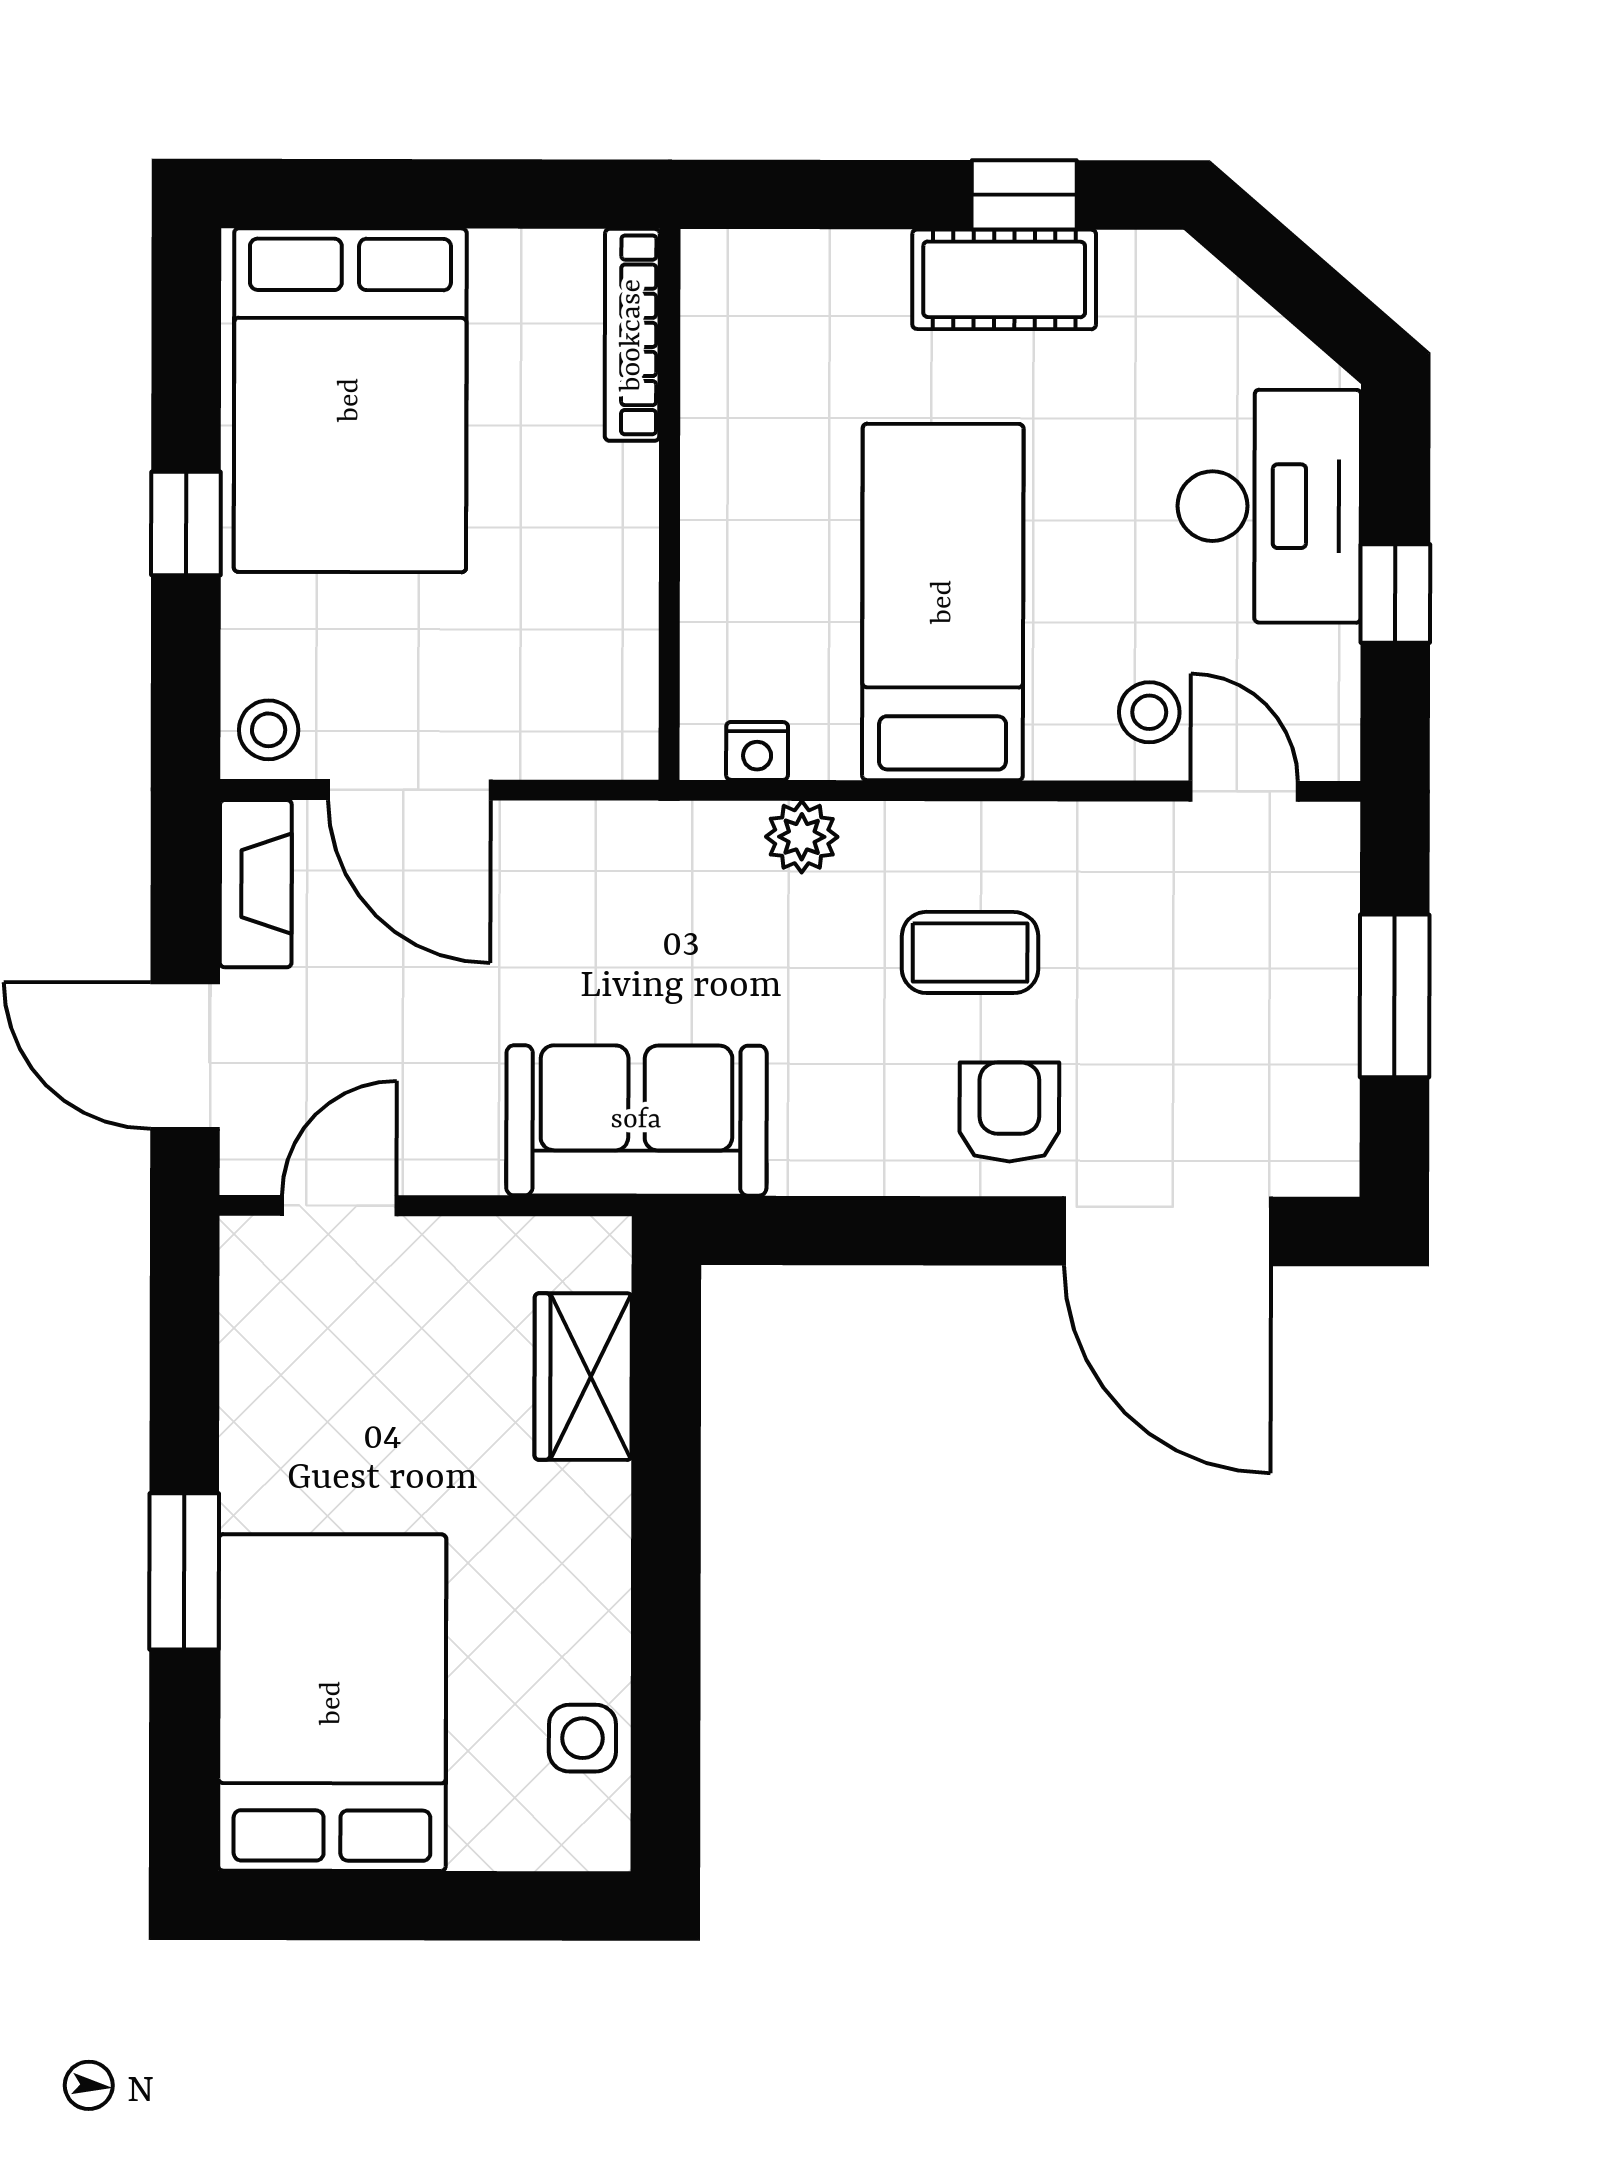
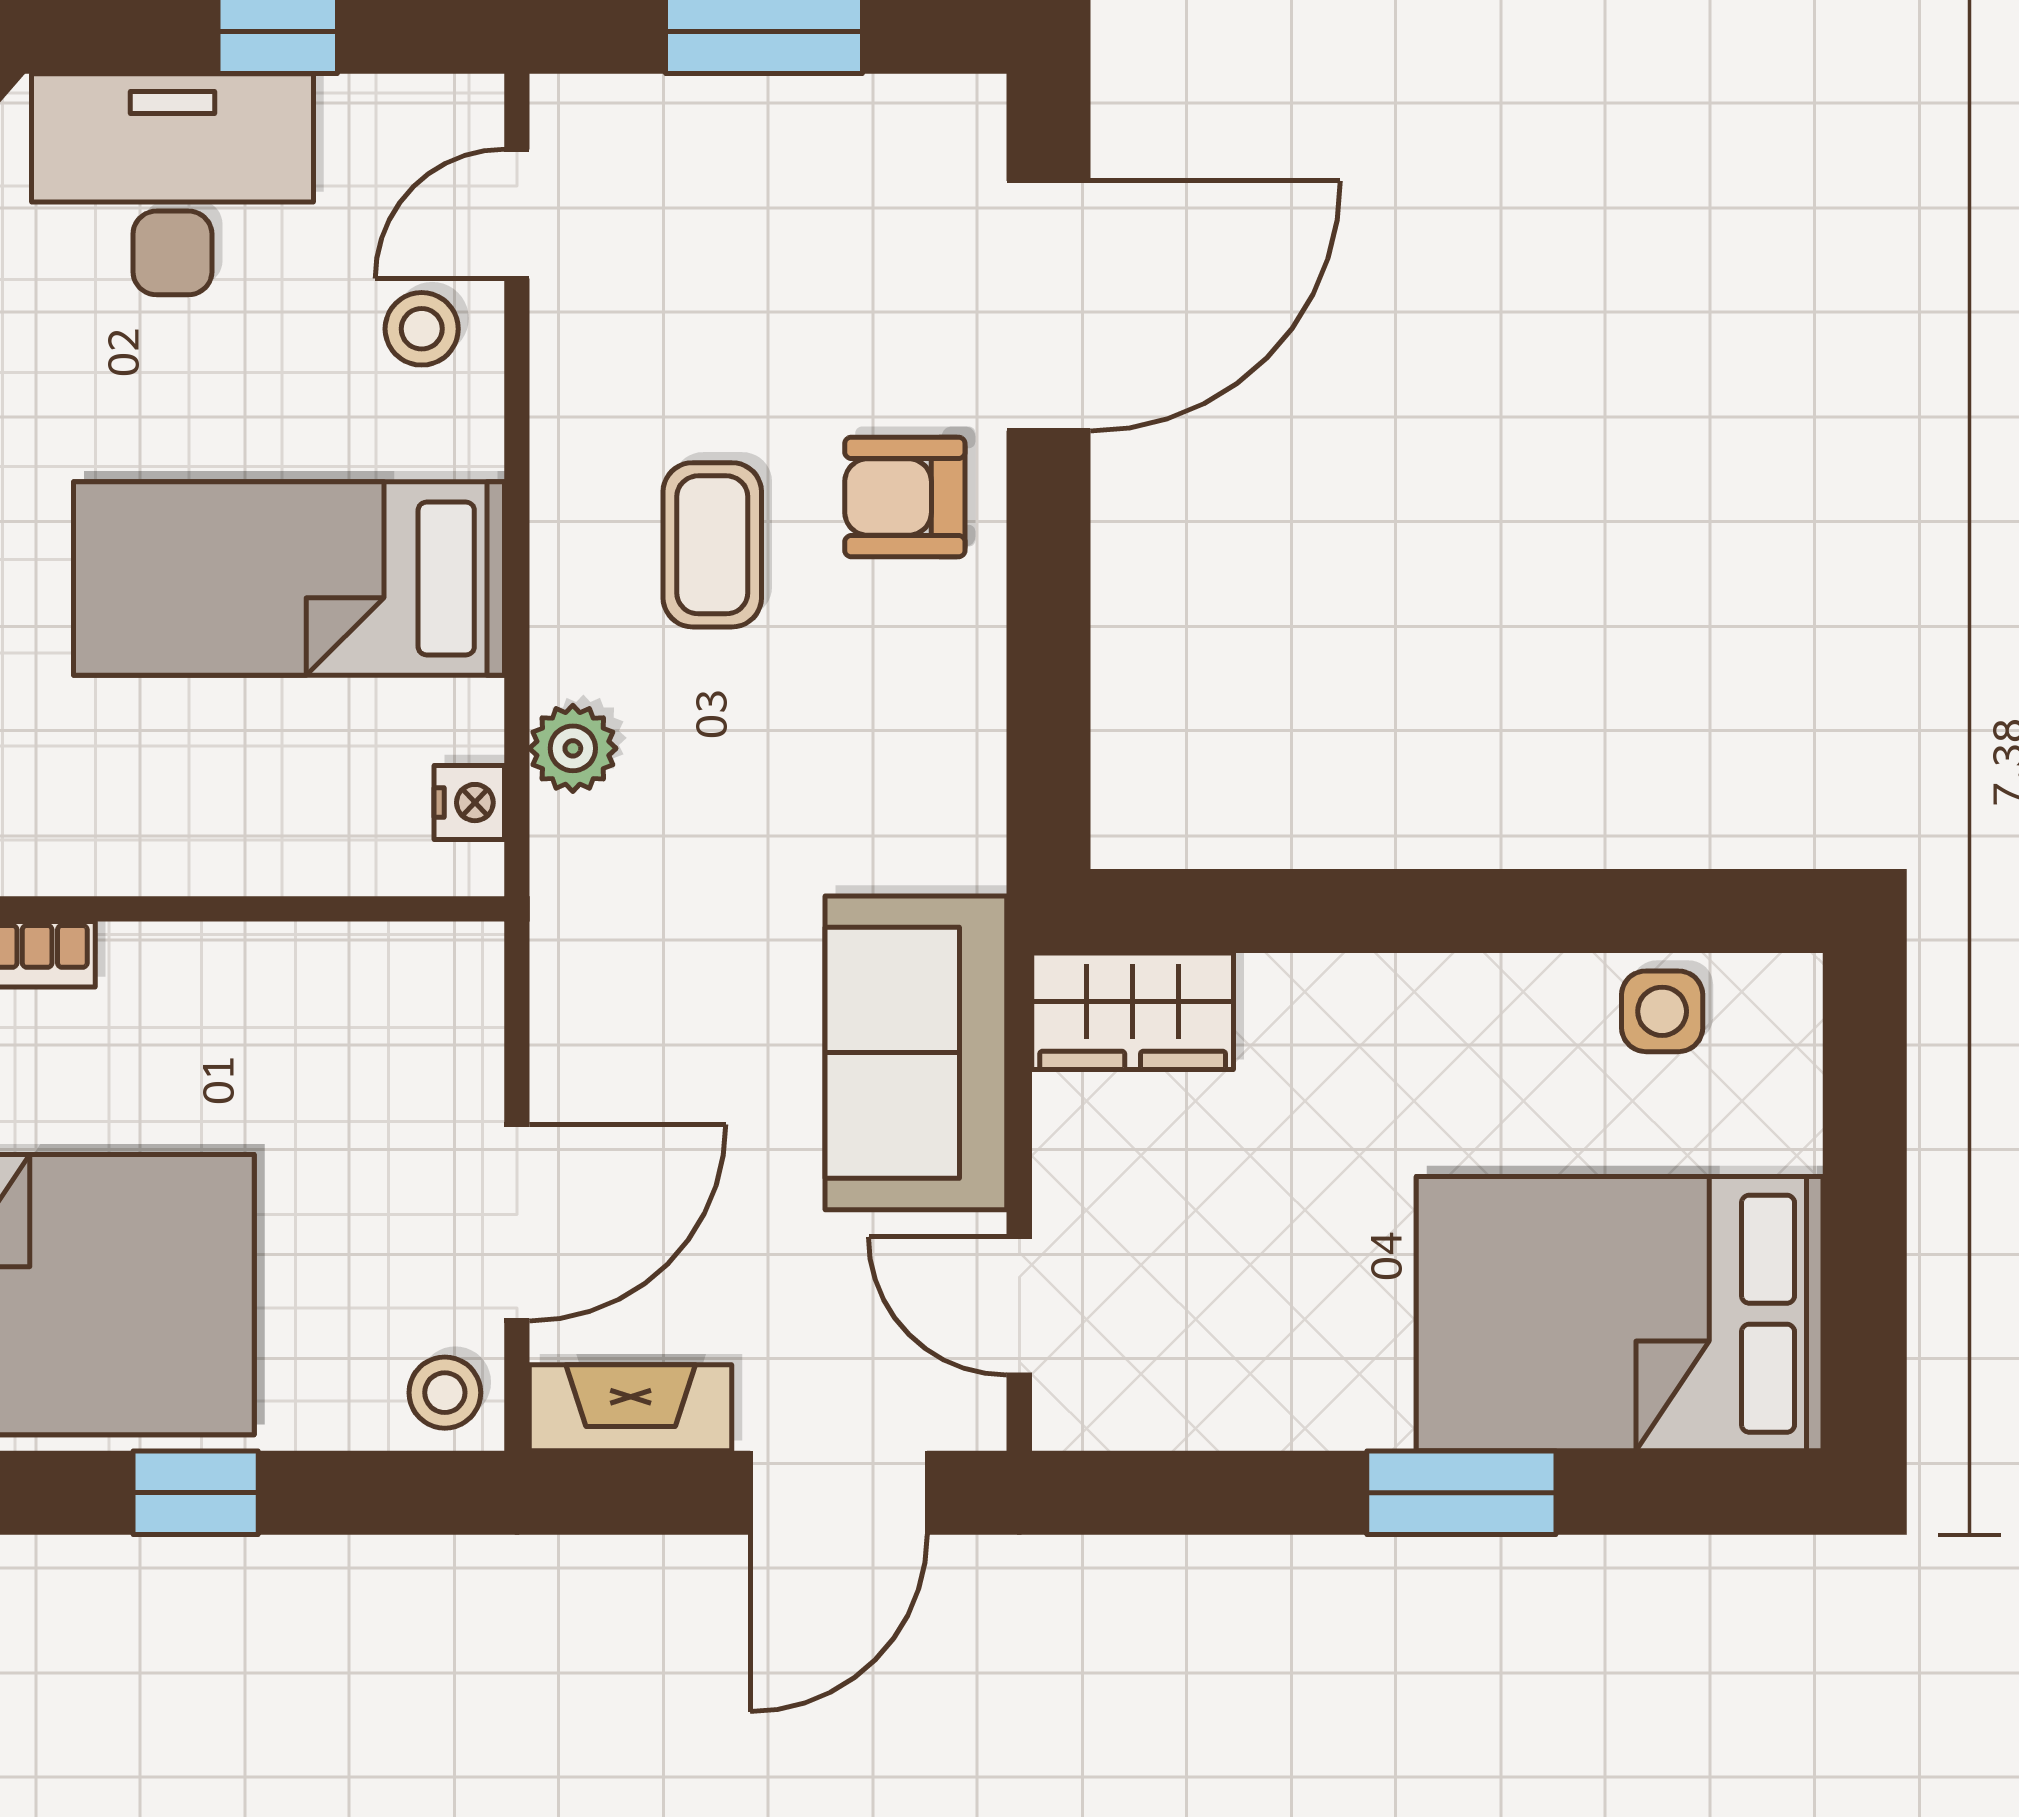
sofa: (636, 1120) -> (916, 1053), moved
wardrobe: (583, 1377) -> (1133, 1011), moved

